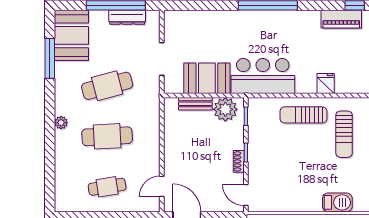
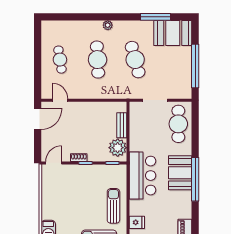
dresser: (127, 17) -> (186, 74), removed
cafe table: (193, 28) -> (178, 124), added
booth: (207, 78) -> (180, 173), moved

